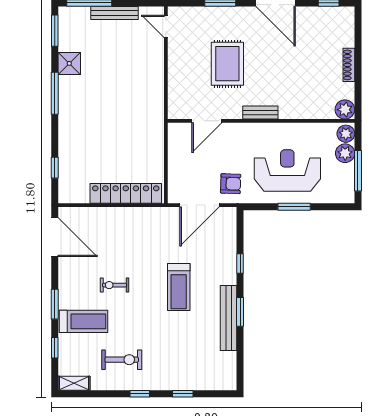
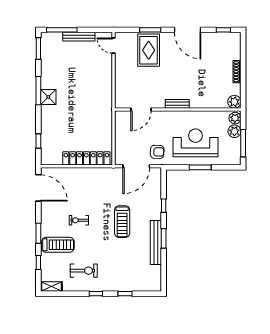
shower: (69, 63) -> (48, 97), moved
rug: (227, 64) -> (149, 50), moved

